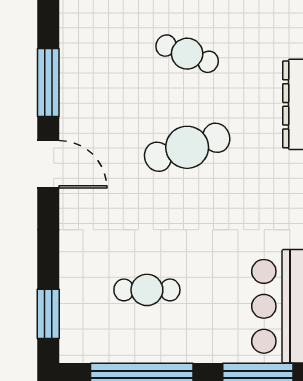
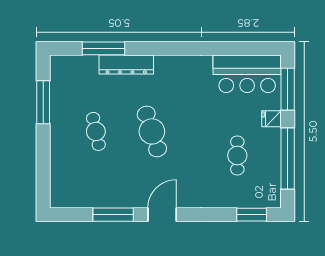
cafe table: (187, 54) -> (96, 131), turned -33
fridge: (208, 347) -> (272, 119), added

